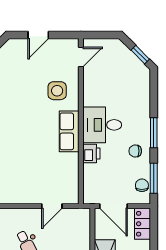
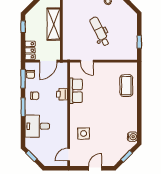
desk: (102, 125) -> (37, 126), moved, turned 180
row of seats: (69, 131) -> (76, 91), moved
door: (52, 206) -> (87, 61), swing flipped
door: (114, 206) -> (48, 61), swing flipped

